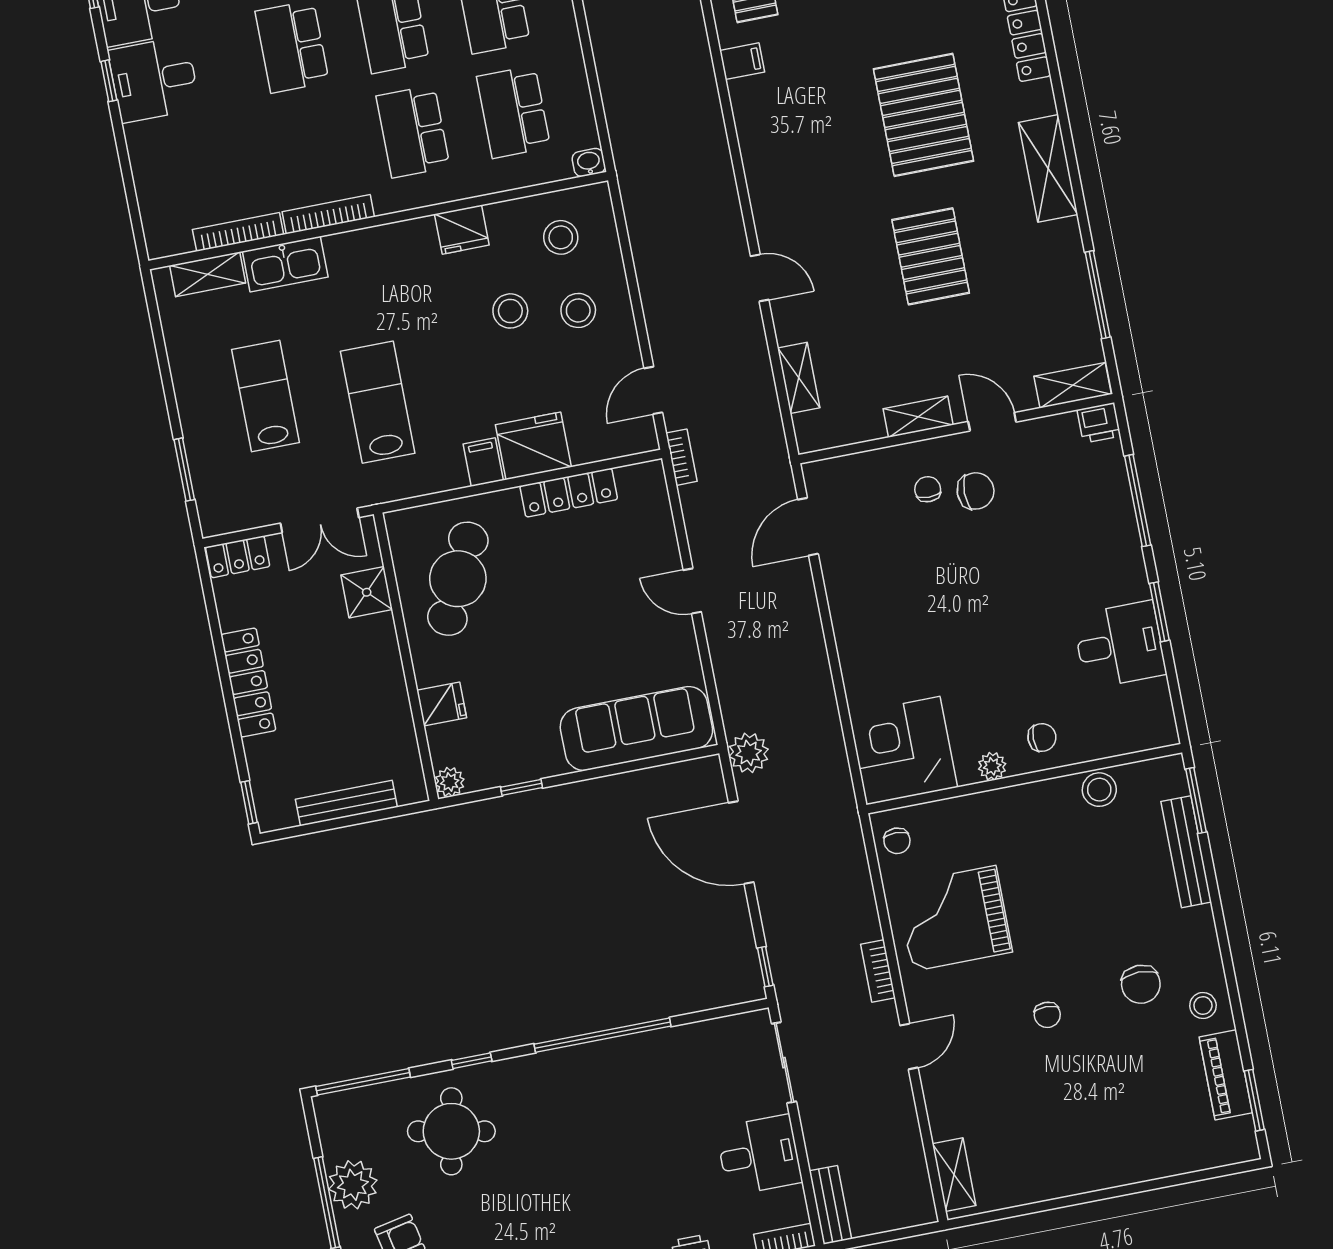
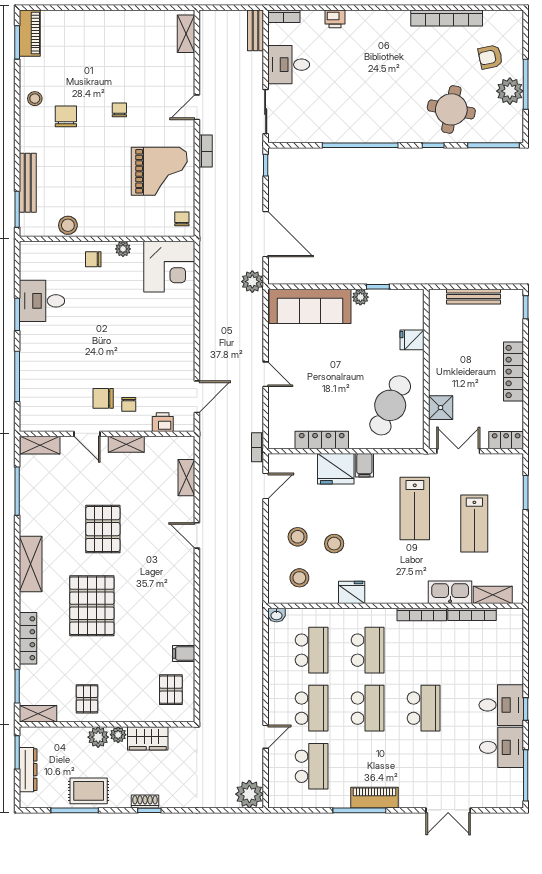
printer: (1099, 423) -> (163, 422), moved
plant: (450, 782) -> (360, 297), moved
piano: (1226, 1075) -> (30, 33), moved

